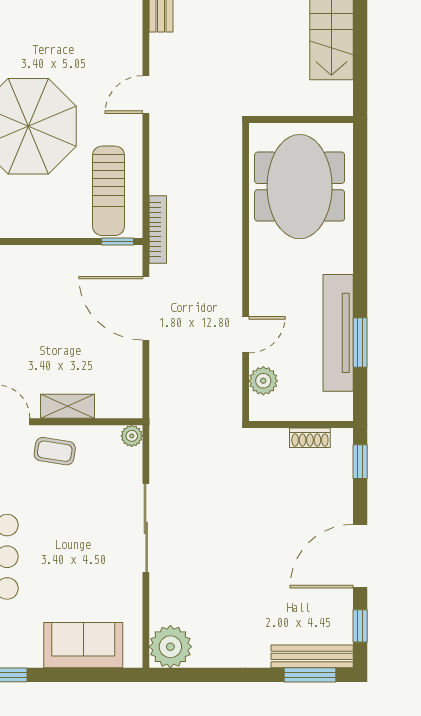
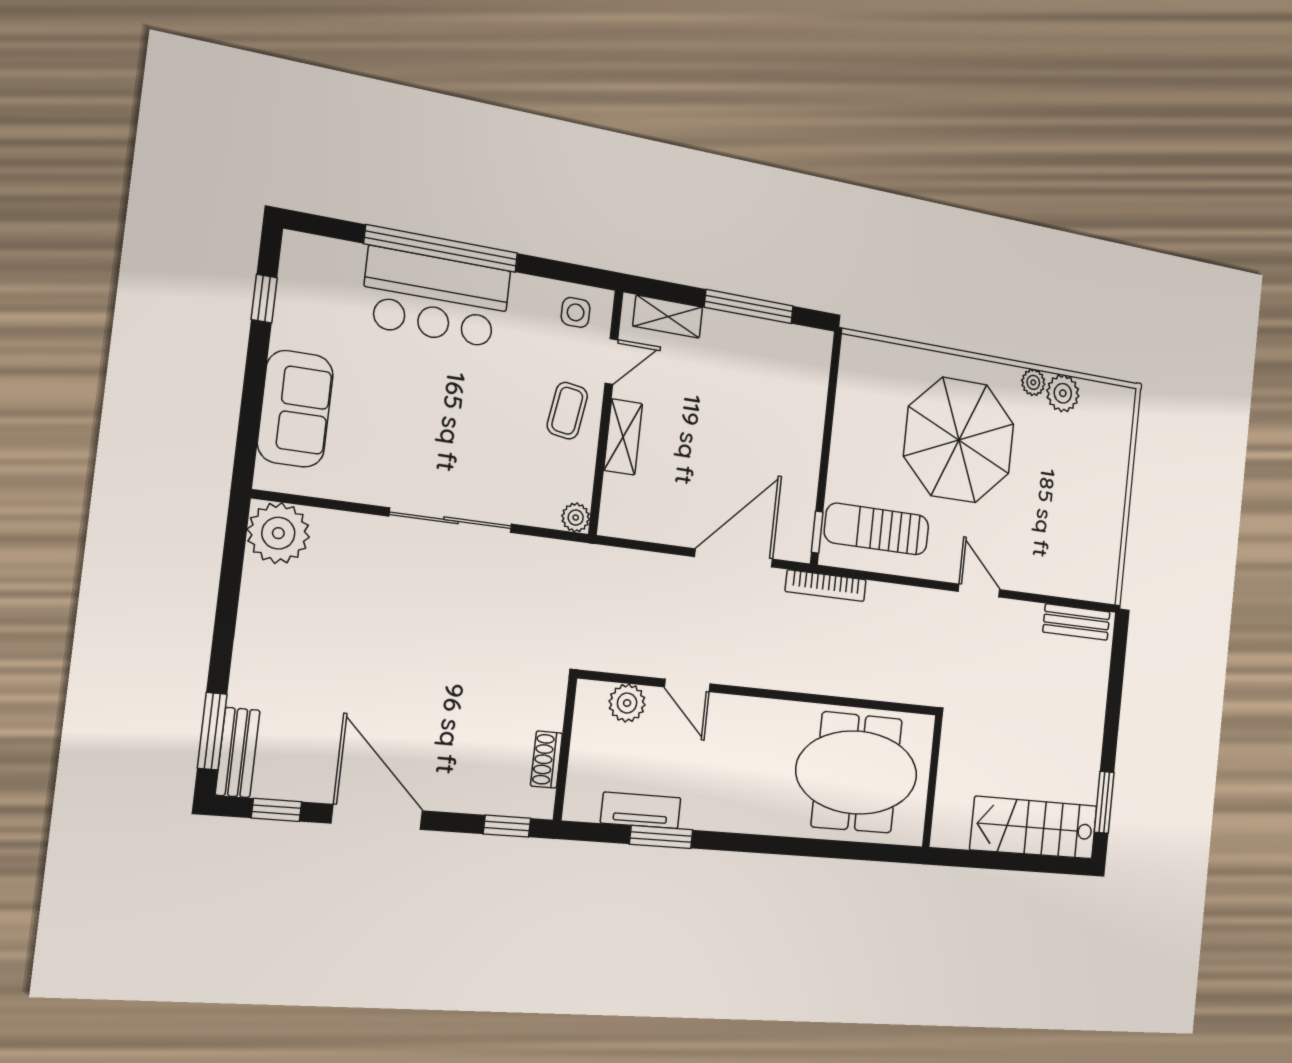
tv unit: (338, 333) -> (641, 810), width x0.52, depth x0.78
bench: (312, 656) -> (238, 753), width x0.73

